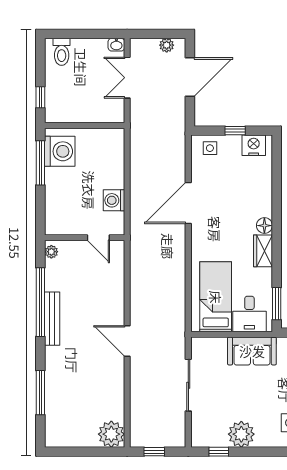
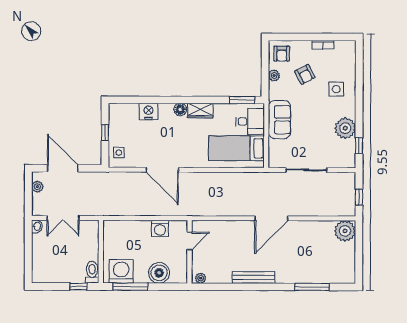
toilet: (62, 52) -> (92, 272), moved, turned -90
nightstand: (254, 145) -> (148, 111), moved, turned 90
boiler: (58, 199) -> (159, 273), added
window: (40, 302) -> (240, 287), removed
door: (127, 341) -> (271, 218), width x1.36

